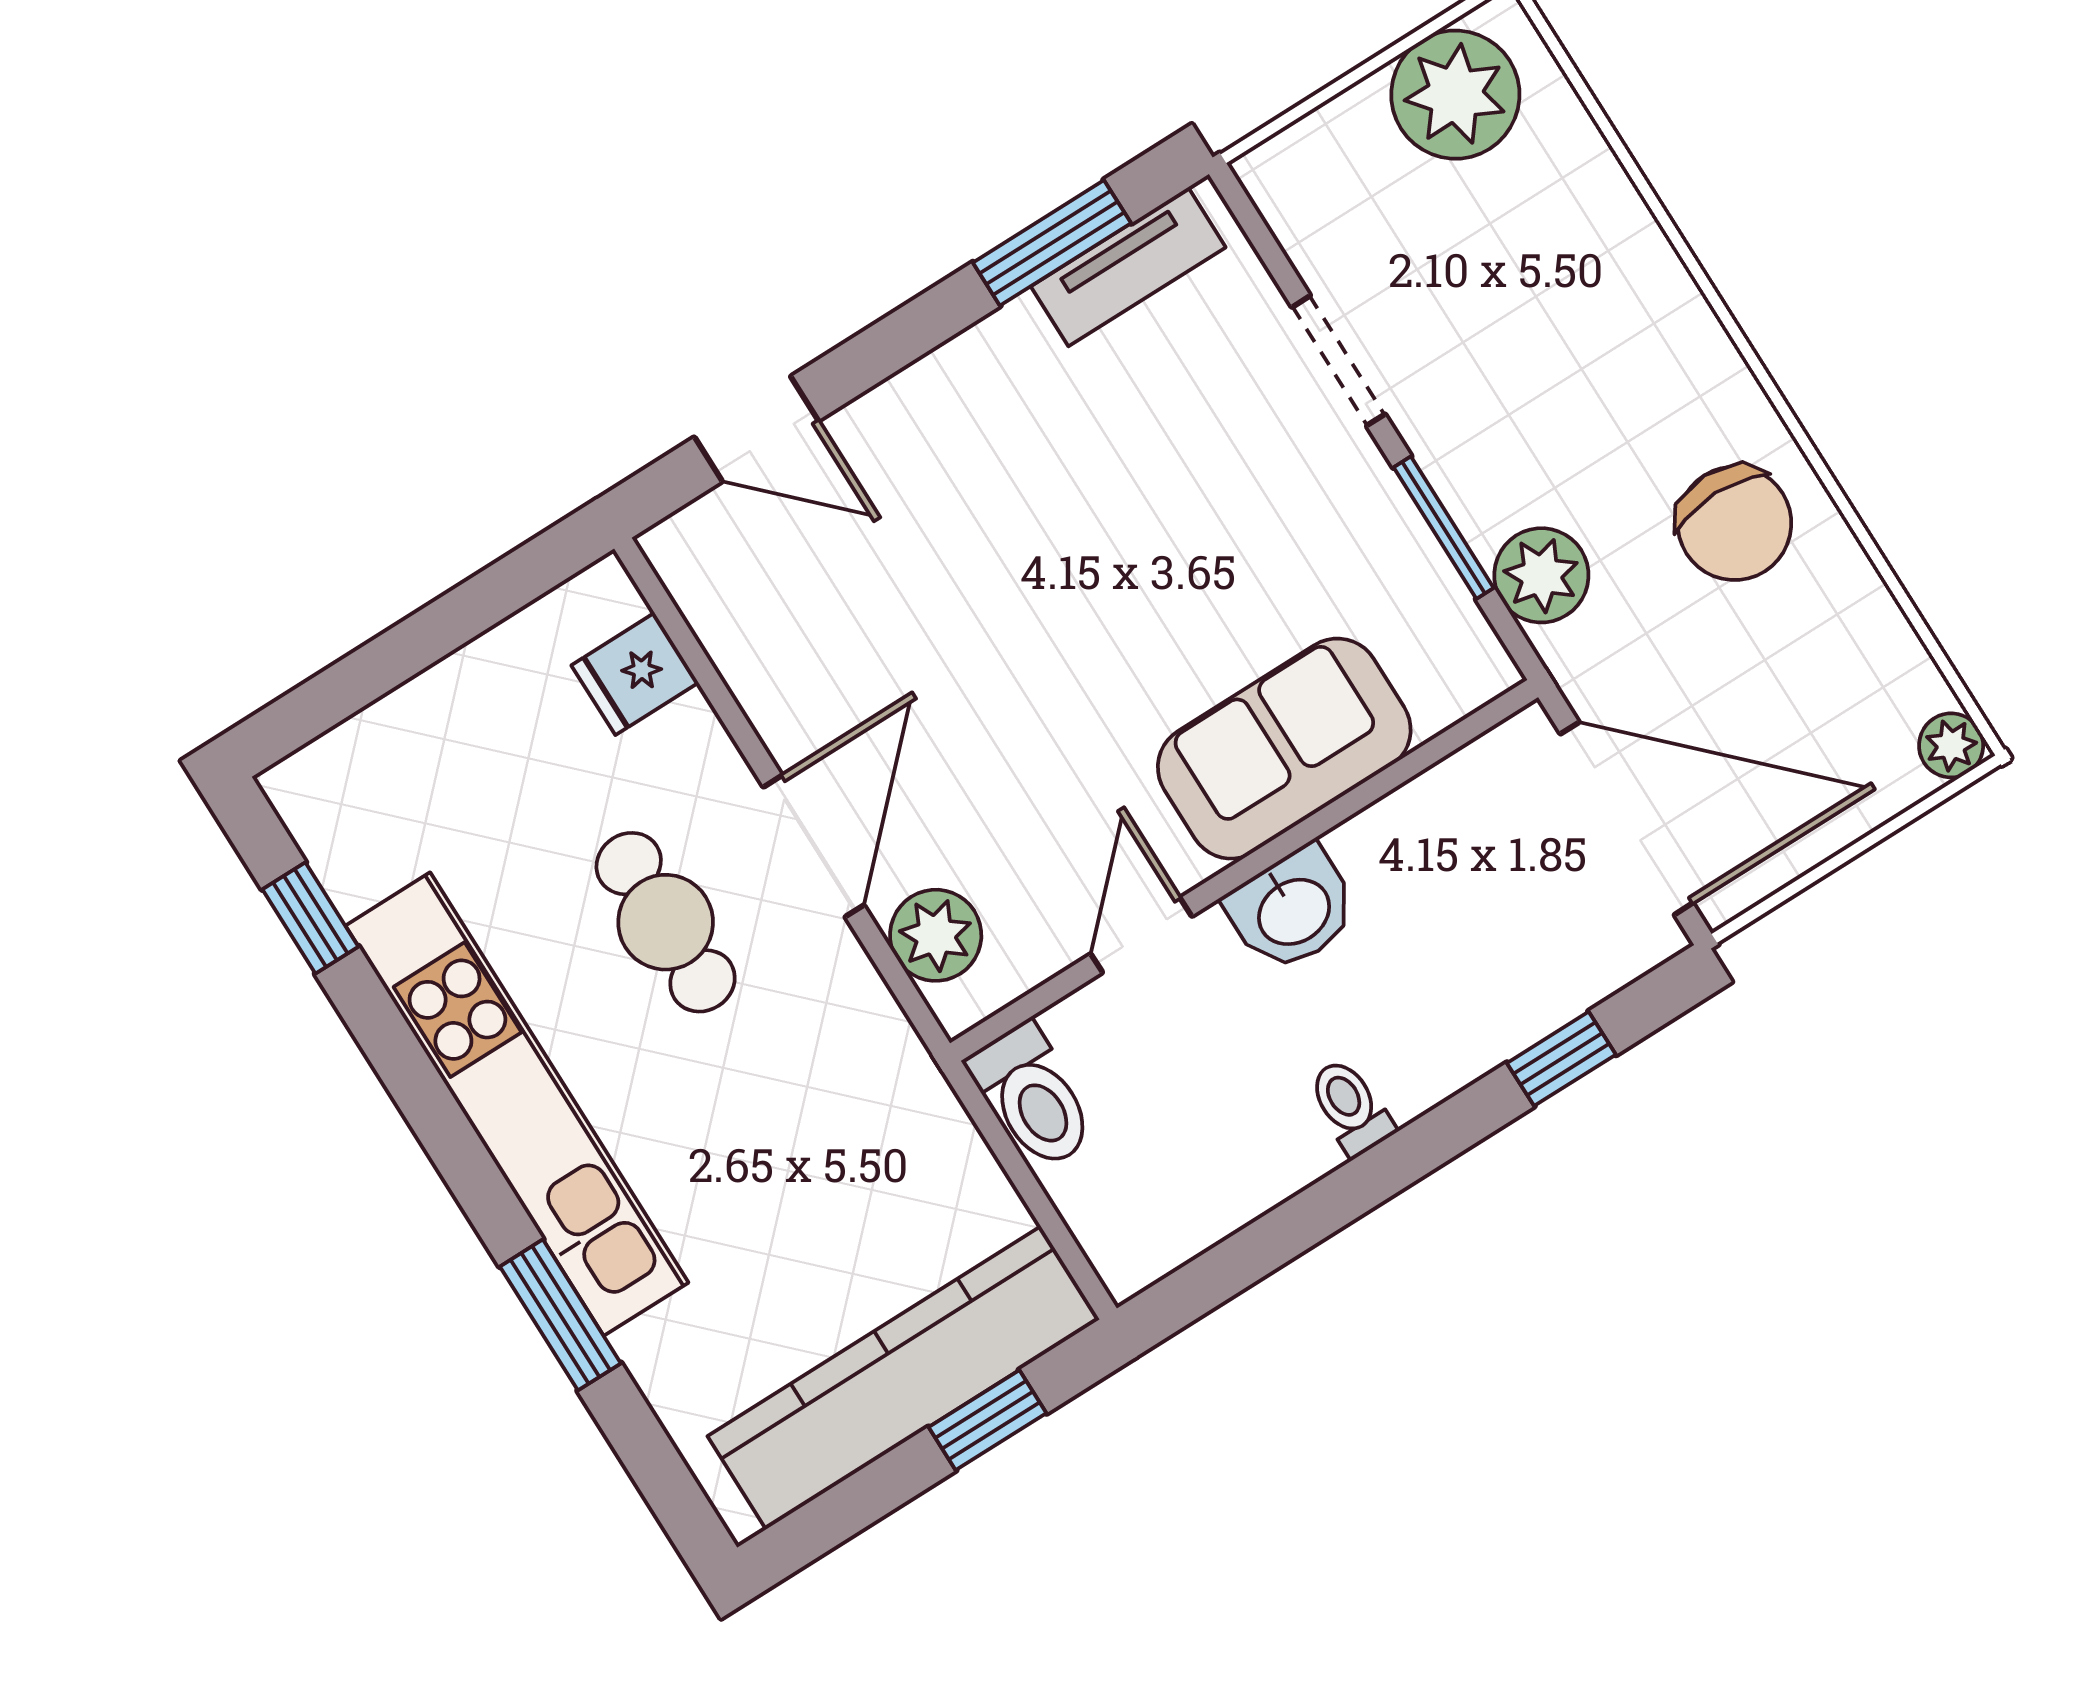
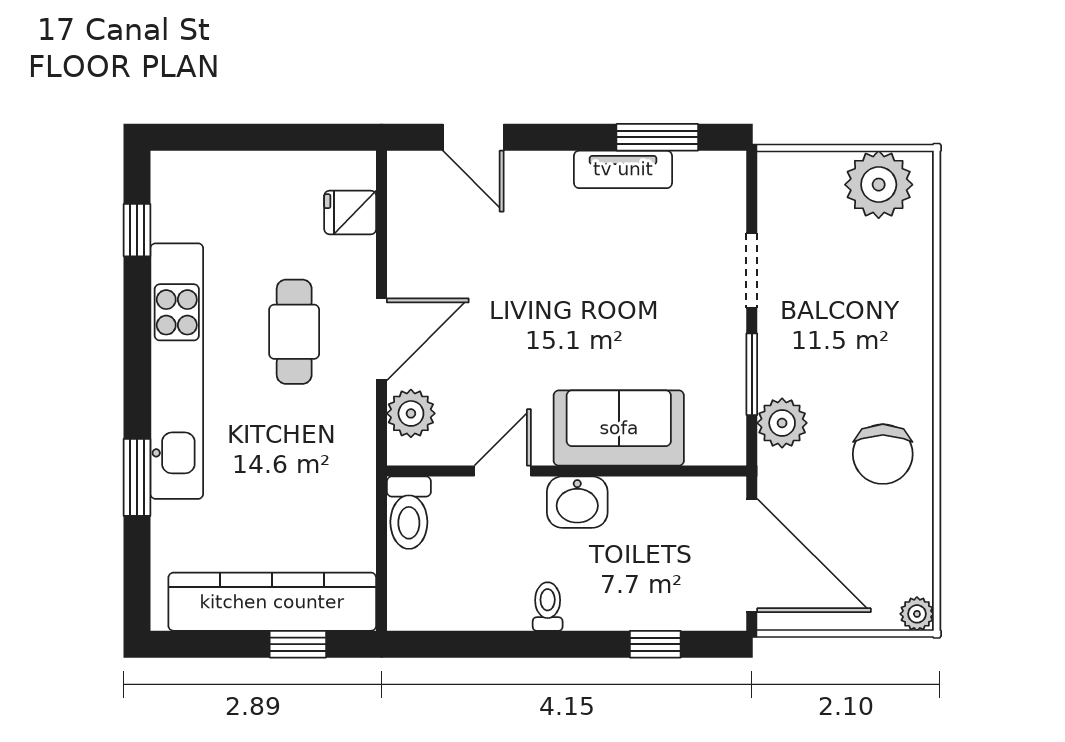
tv unit: (1128, 267) -> (623, 169), moved

